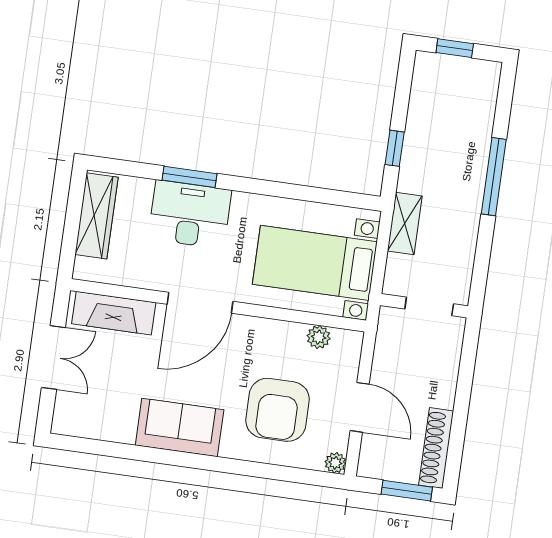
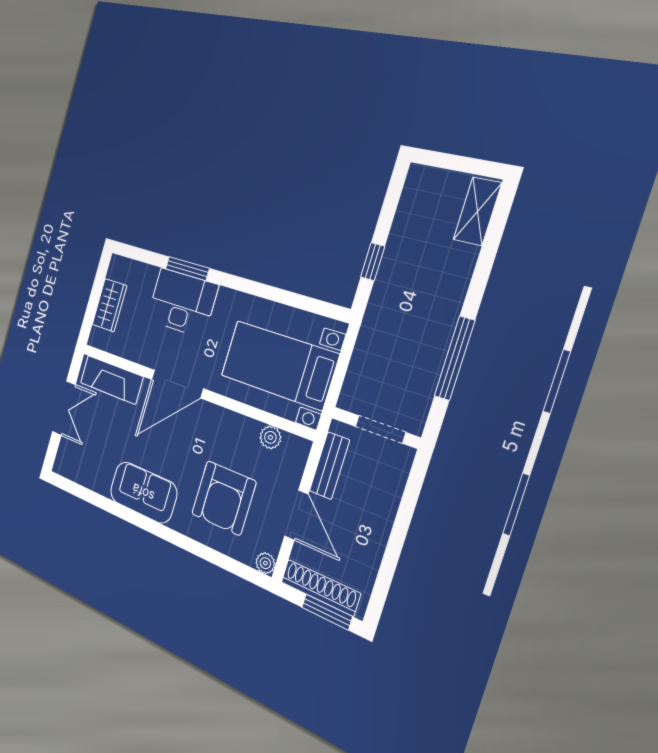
window: (455, 48) -> (452, 162), removed
window: (494, 177) -> (455, 358), moved
wardrobe: (97, 216) -> (109, 305), width x0.67
shelving: (405, 224) -> (477, 211), moved
bench: (385, 351) -> (329, 466), added
shoe rack: (436, 448) -> (320, 588), moved, turned 90

